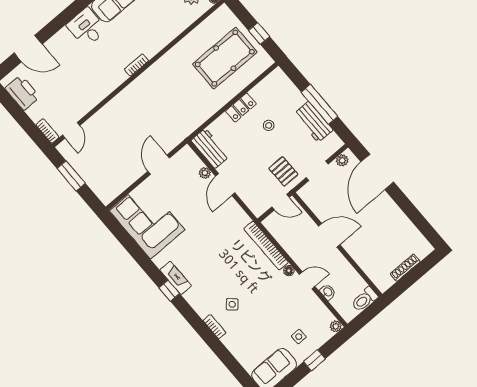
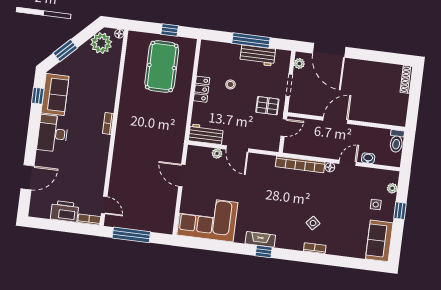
desk: (87, 28) -> (53, 133), width x1.37
printer: (22, 93) -> (65, 211), moved
window: (71, 176) -> (131, 235), width x1.44
shoe rack: (405, 268) -> (406, 79), moved
plant: (336, 326) -> (392, 188), moved

